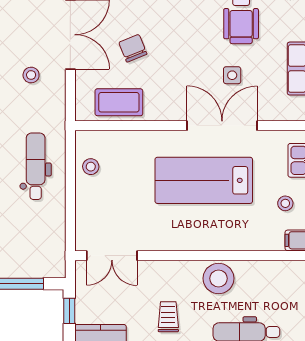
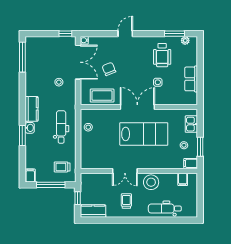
double door: (222, 126) -> (137, 107), moved
lab bench: (204, 180) -> (144, 134), turned 180
trolley: (37, 247) -> (62, 167), added
double door: (112, 256) -> (125, 171), moved
filing cabinet: (283, 273) -> (183, 179), added

